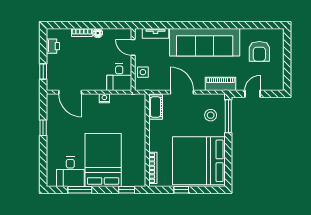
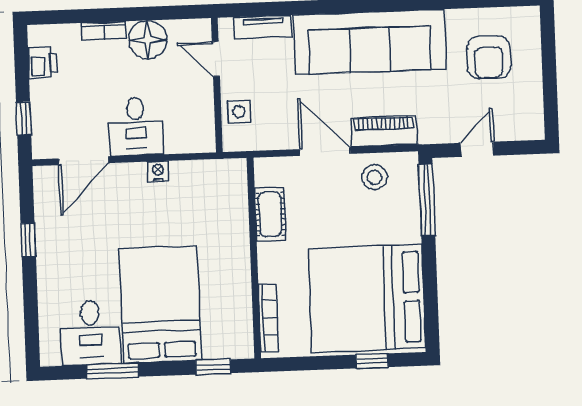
floor lamp: (98, 33) -> (148, 40), width x1.89, depth x1.89
desk: (119, 77) -> (136, 127), moved
piano: (221, 84) -> (384, 131), moved
door: (70, 92) -> (84, 161), hinge flipped
cot: (156, 107) -> (270, 214), moved
stool: (211, 115) -> (374, 177), moved
window: (181, 190) -> (372, 361), moved

